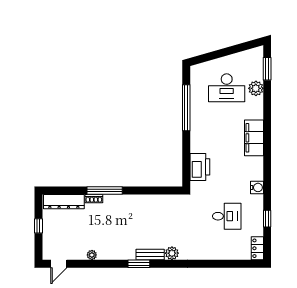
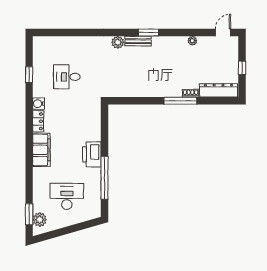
plant: (256, 88) -> (40, 220), moved
printer: (200, 167) -> (92, 154), moved
locker: (257, 248) -> (38, 121), moved

